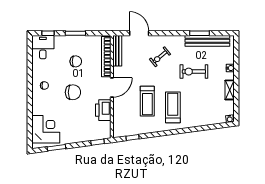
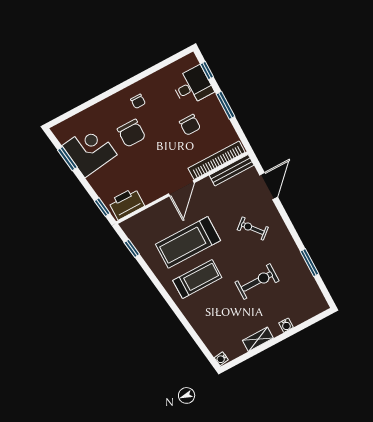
bench: (207, 41) -> (305, 278), removed
desk: (43, 47) -> (192, 86), moved
exercise bike: (194, 72) -> (257, 282), turned 90
door: (112, 87) -> (181, 188), hinge flipped
chair: (73, 92) -> (131, 133), moved
treadmill: (147, 101) -> (188, 242), width x1.37, depth x1.38
printer: (103, 110) -> (126, 204), moved
corner desk: (46, 129) -> (90, 150), moved, turned -98

